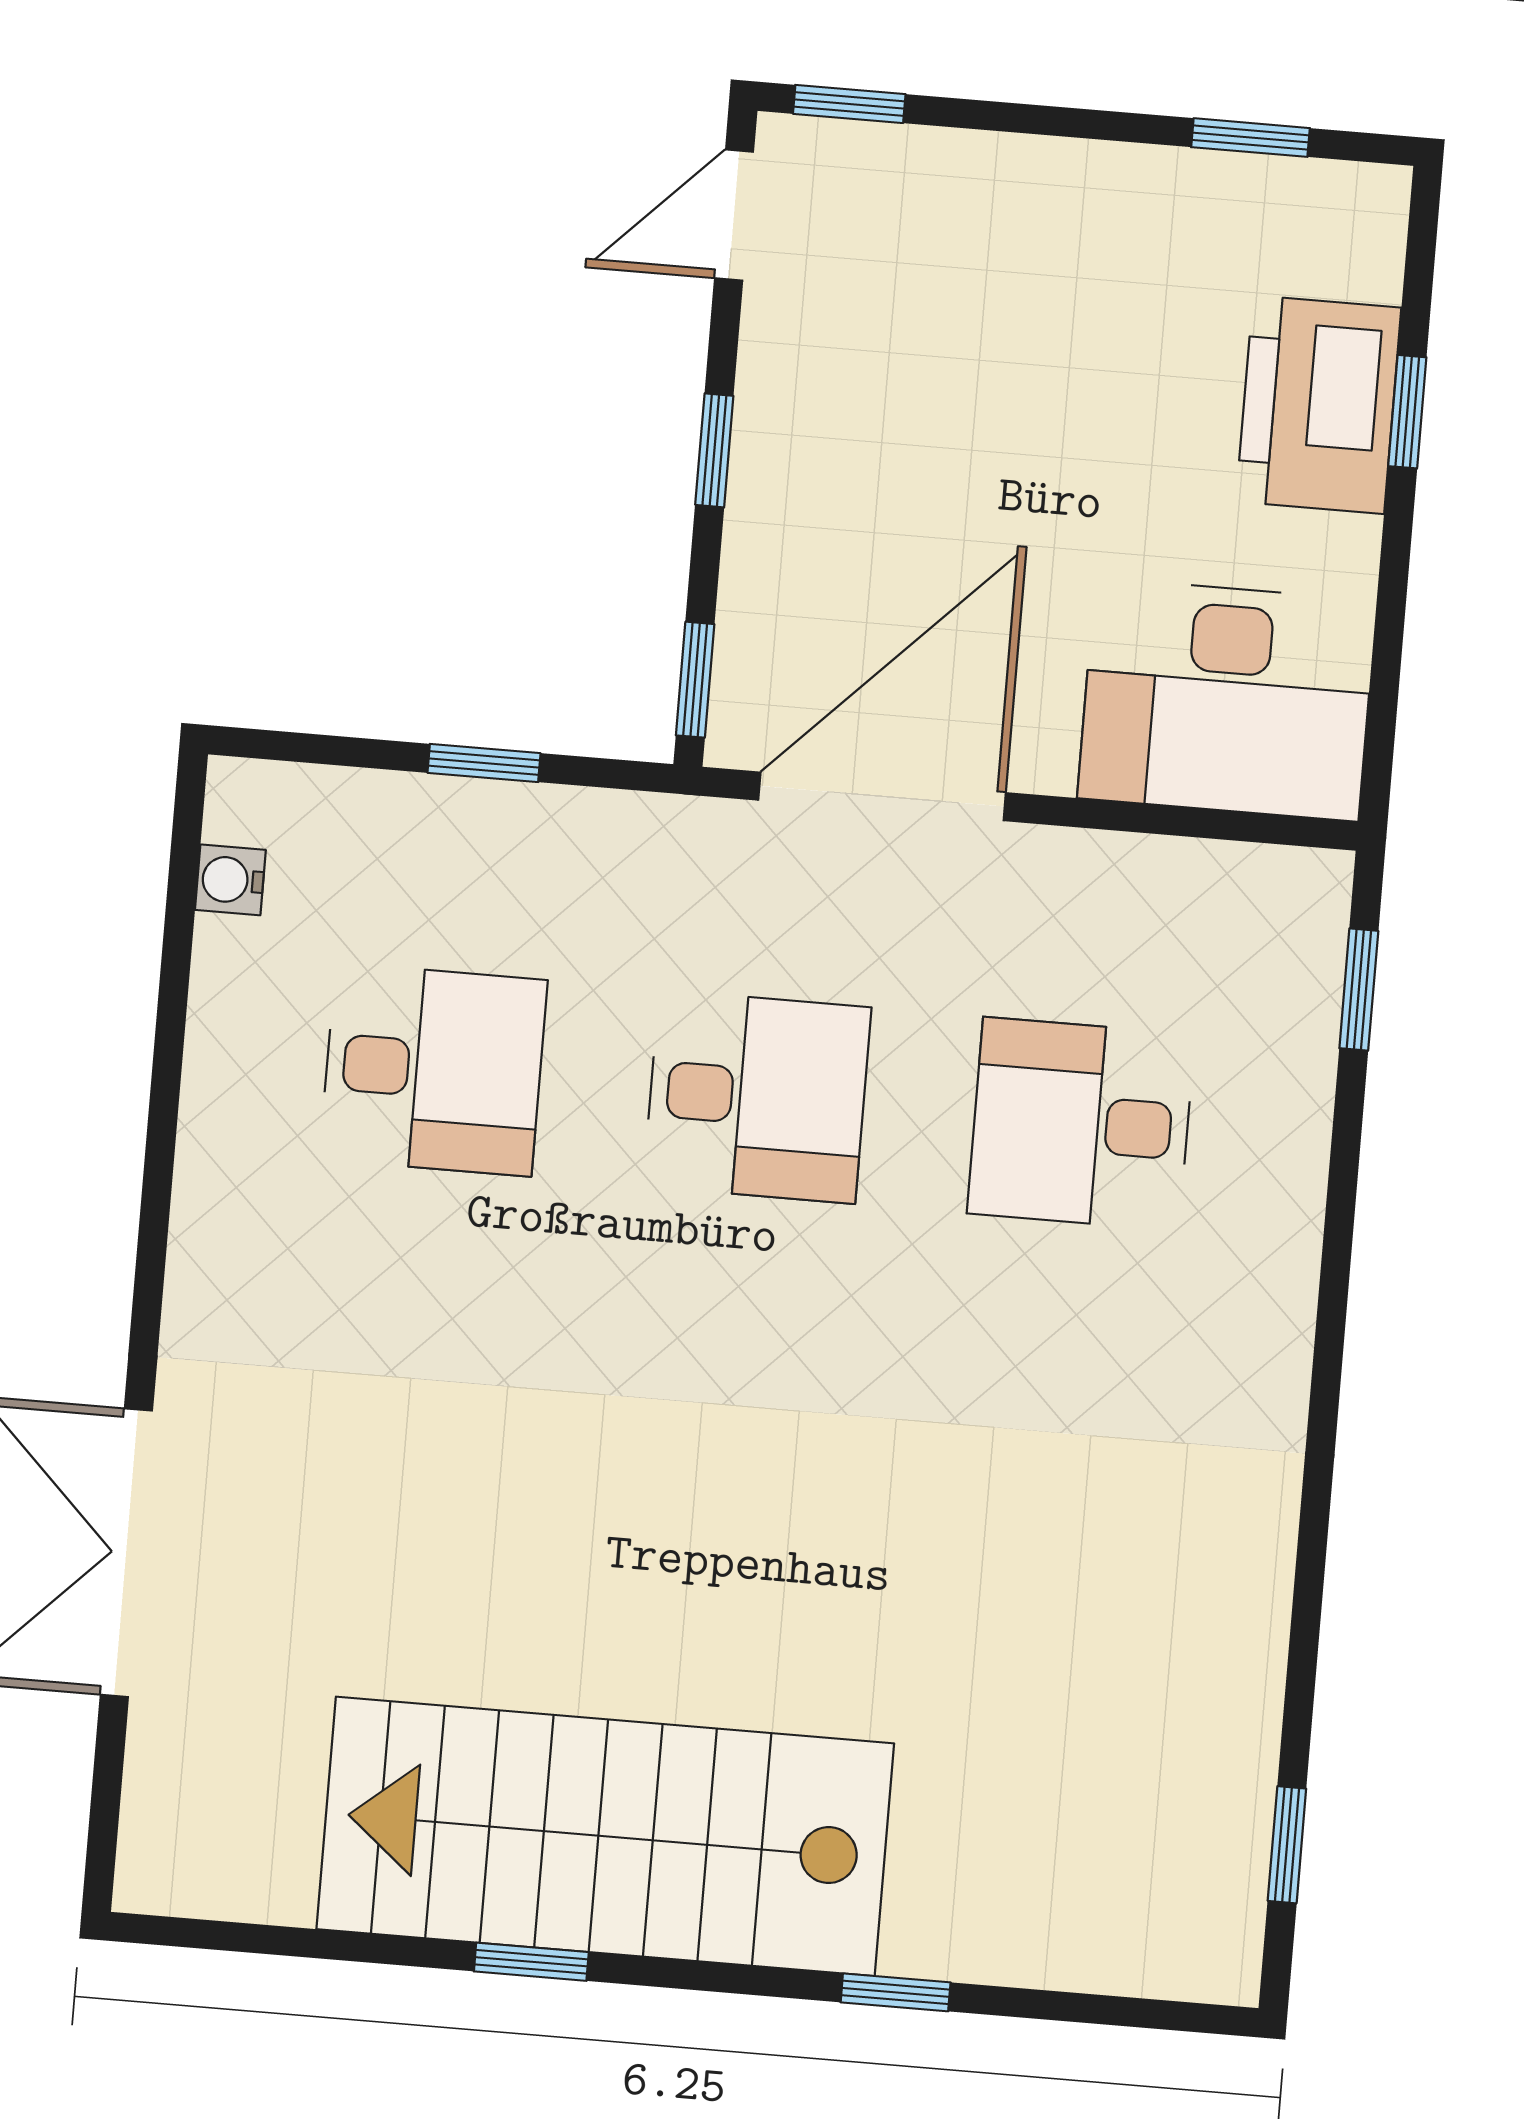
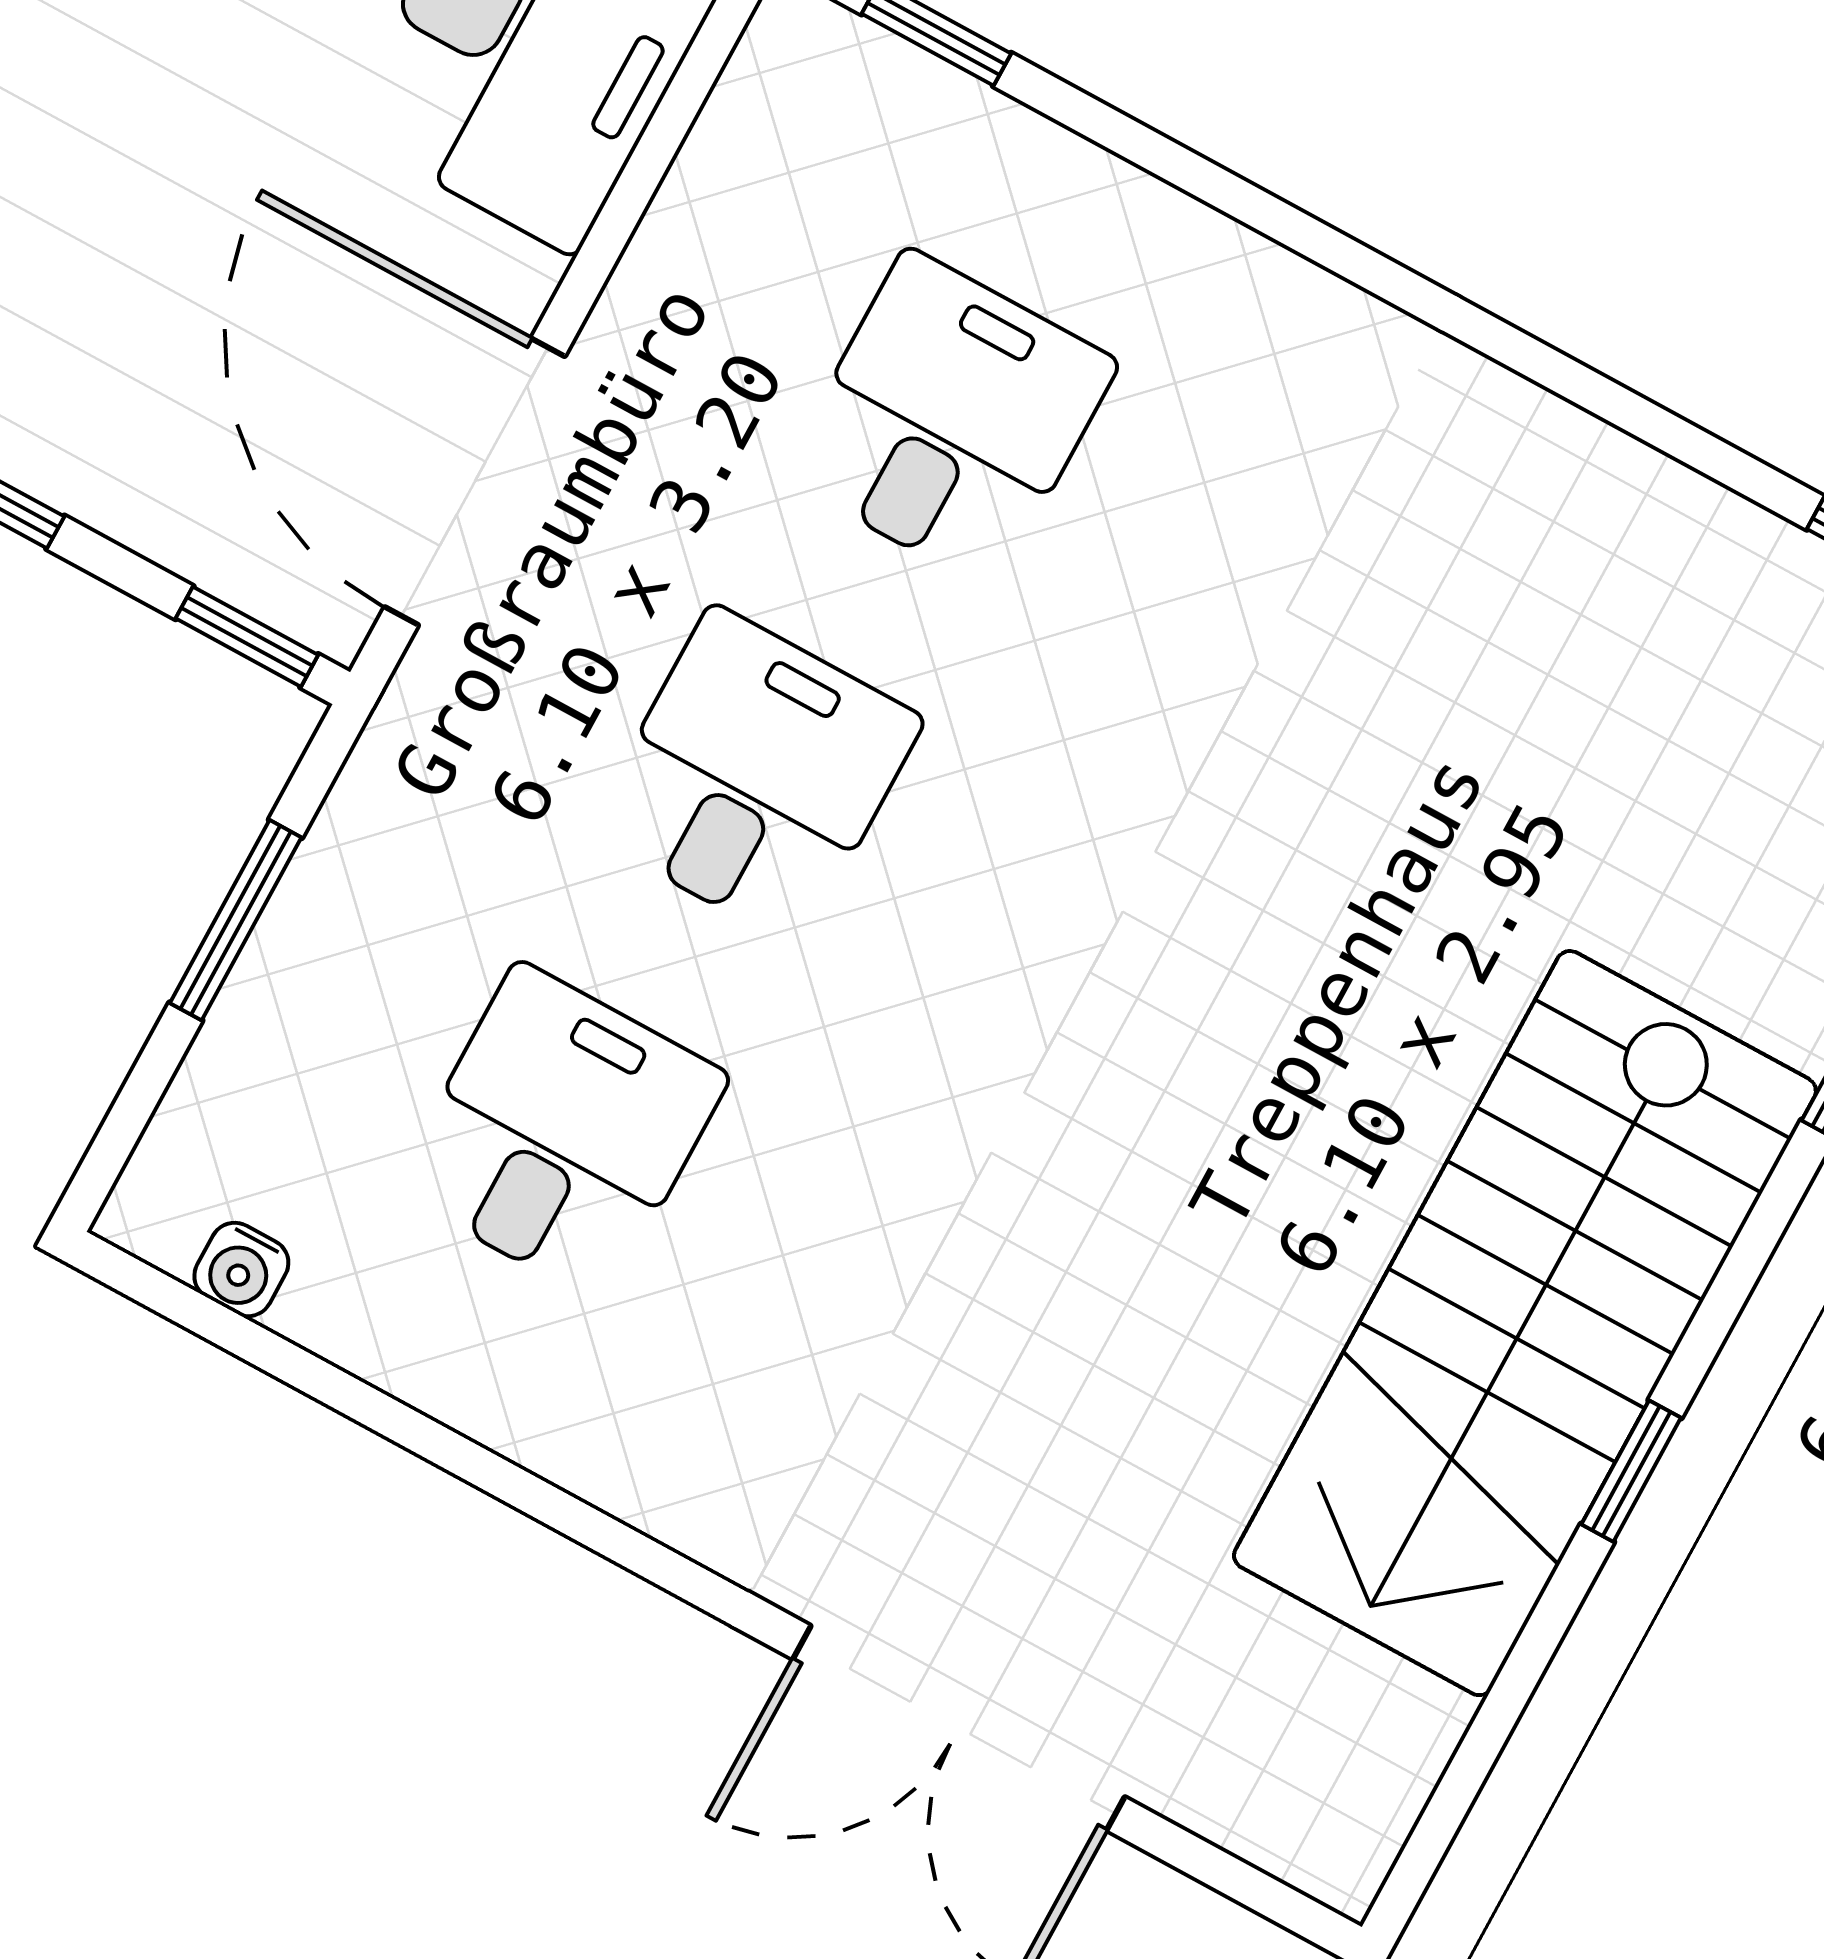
window: (484, 763) -> (236, 920), width x1.50
desk: (1081, 1124) -> (950, 419), turned 180

